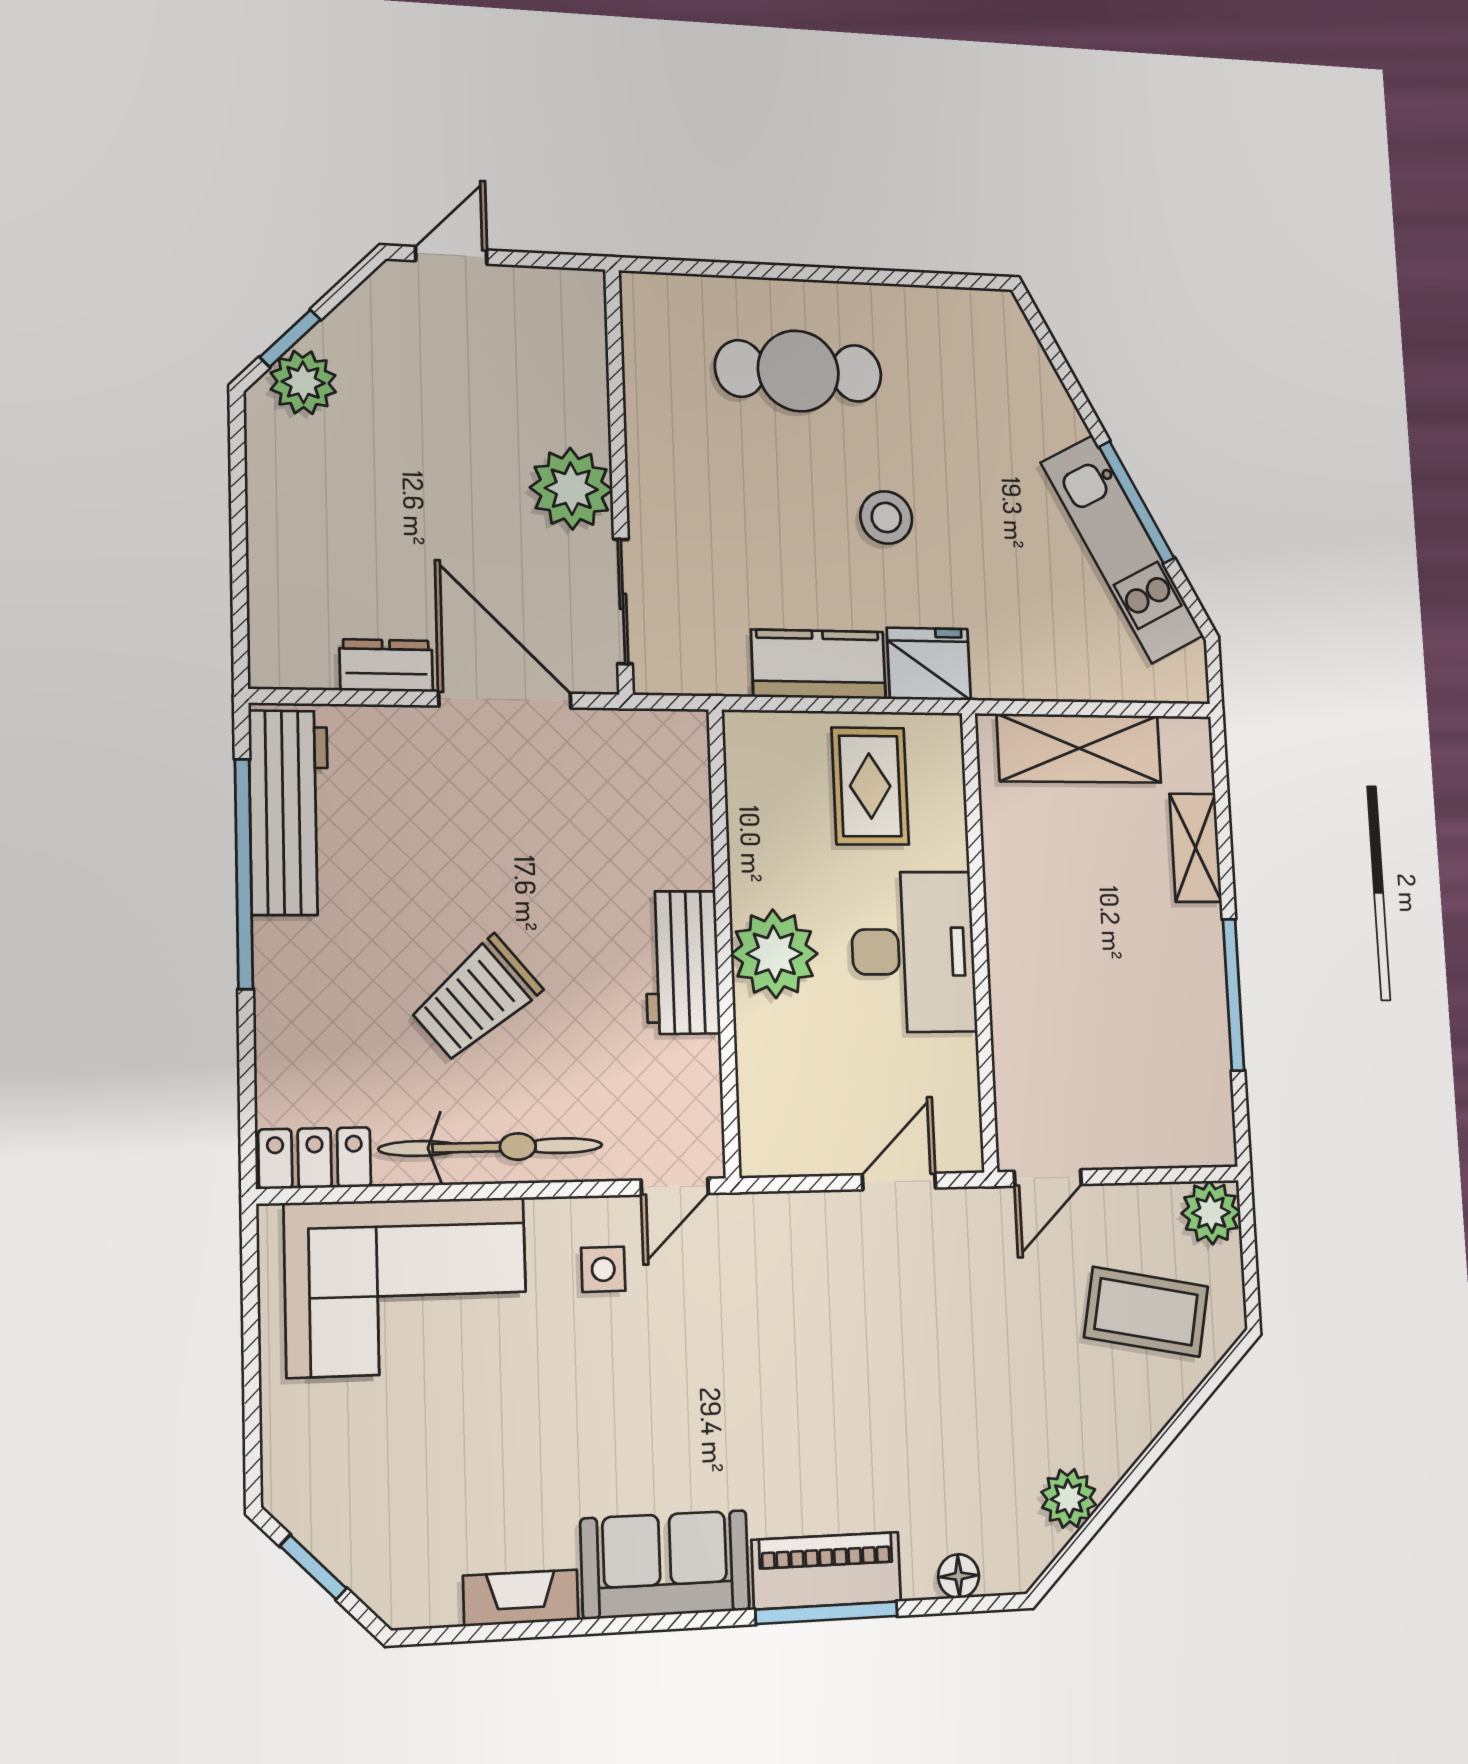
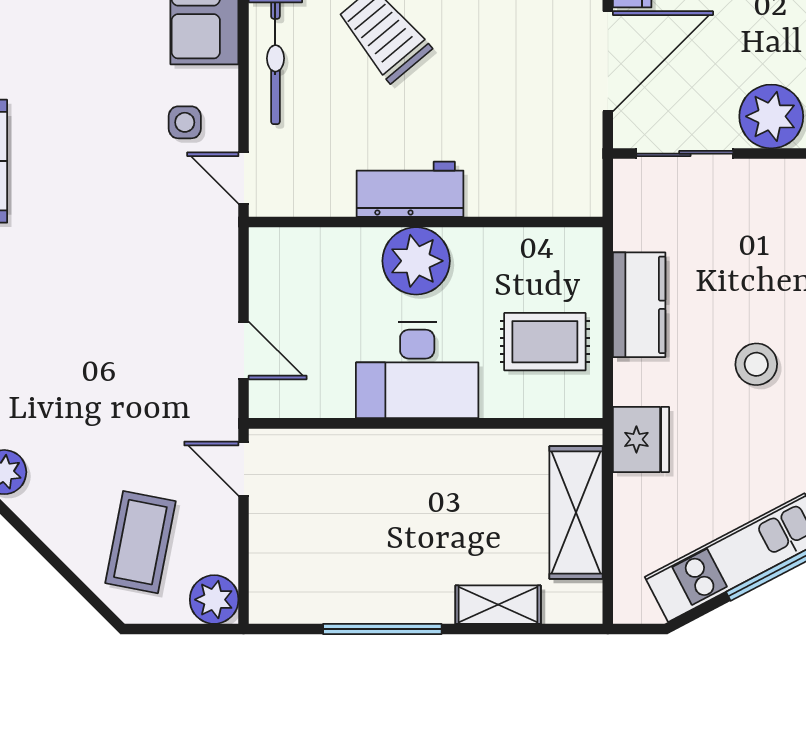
fridge: (929, 664) -> (641, 439), moved

